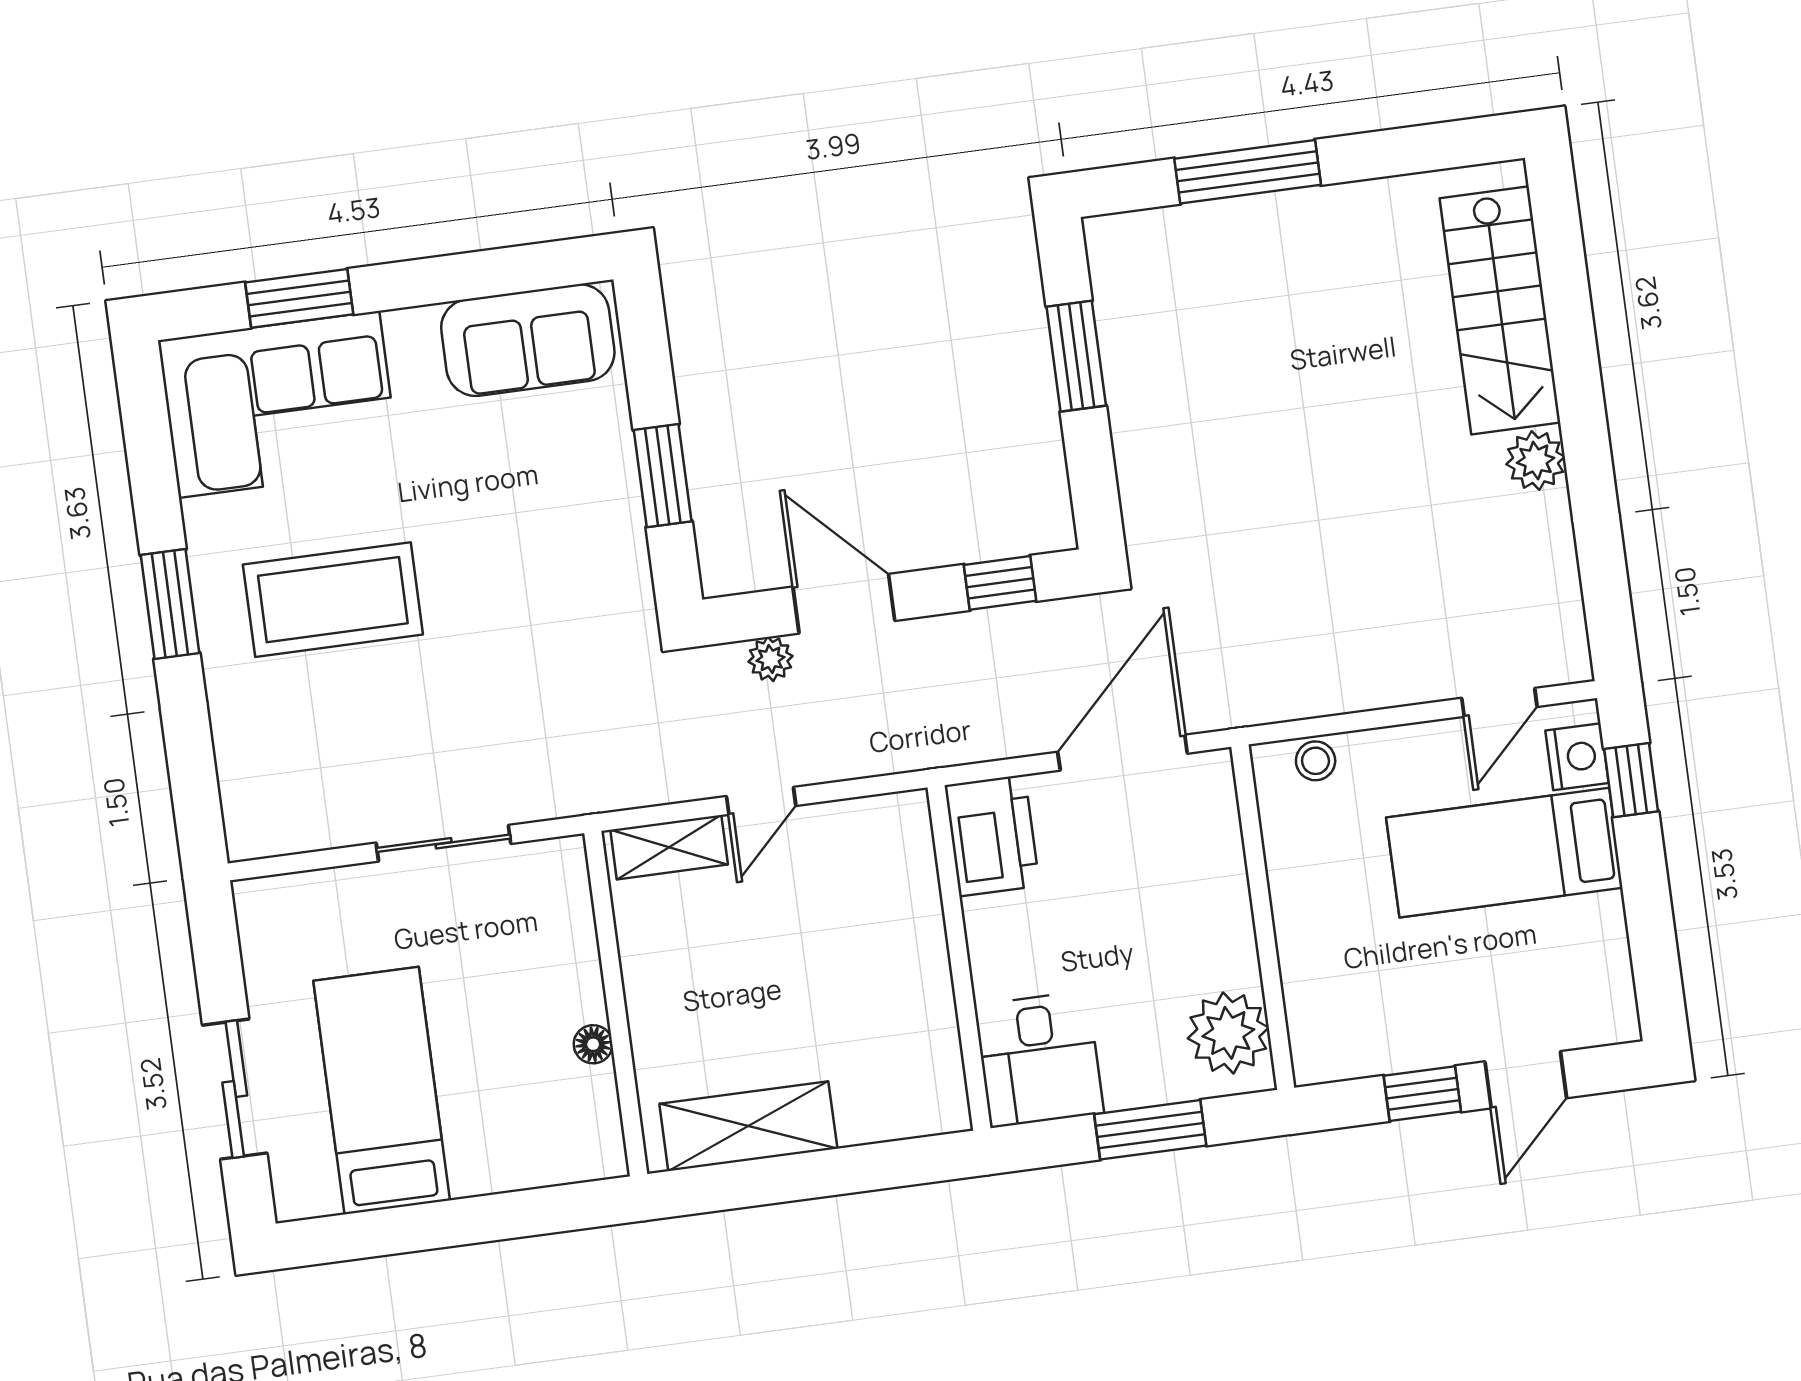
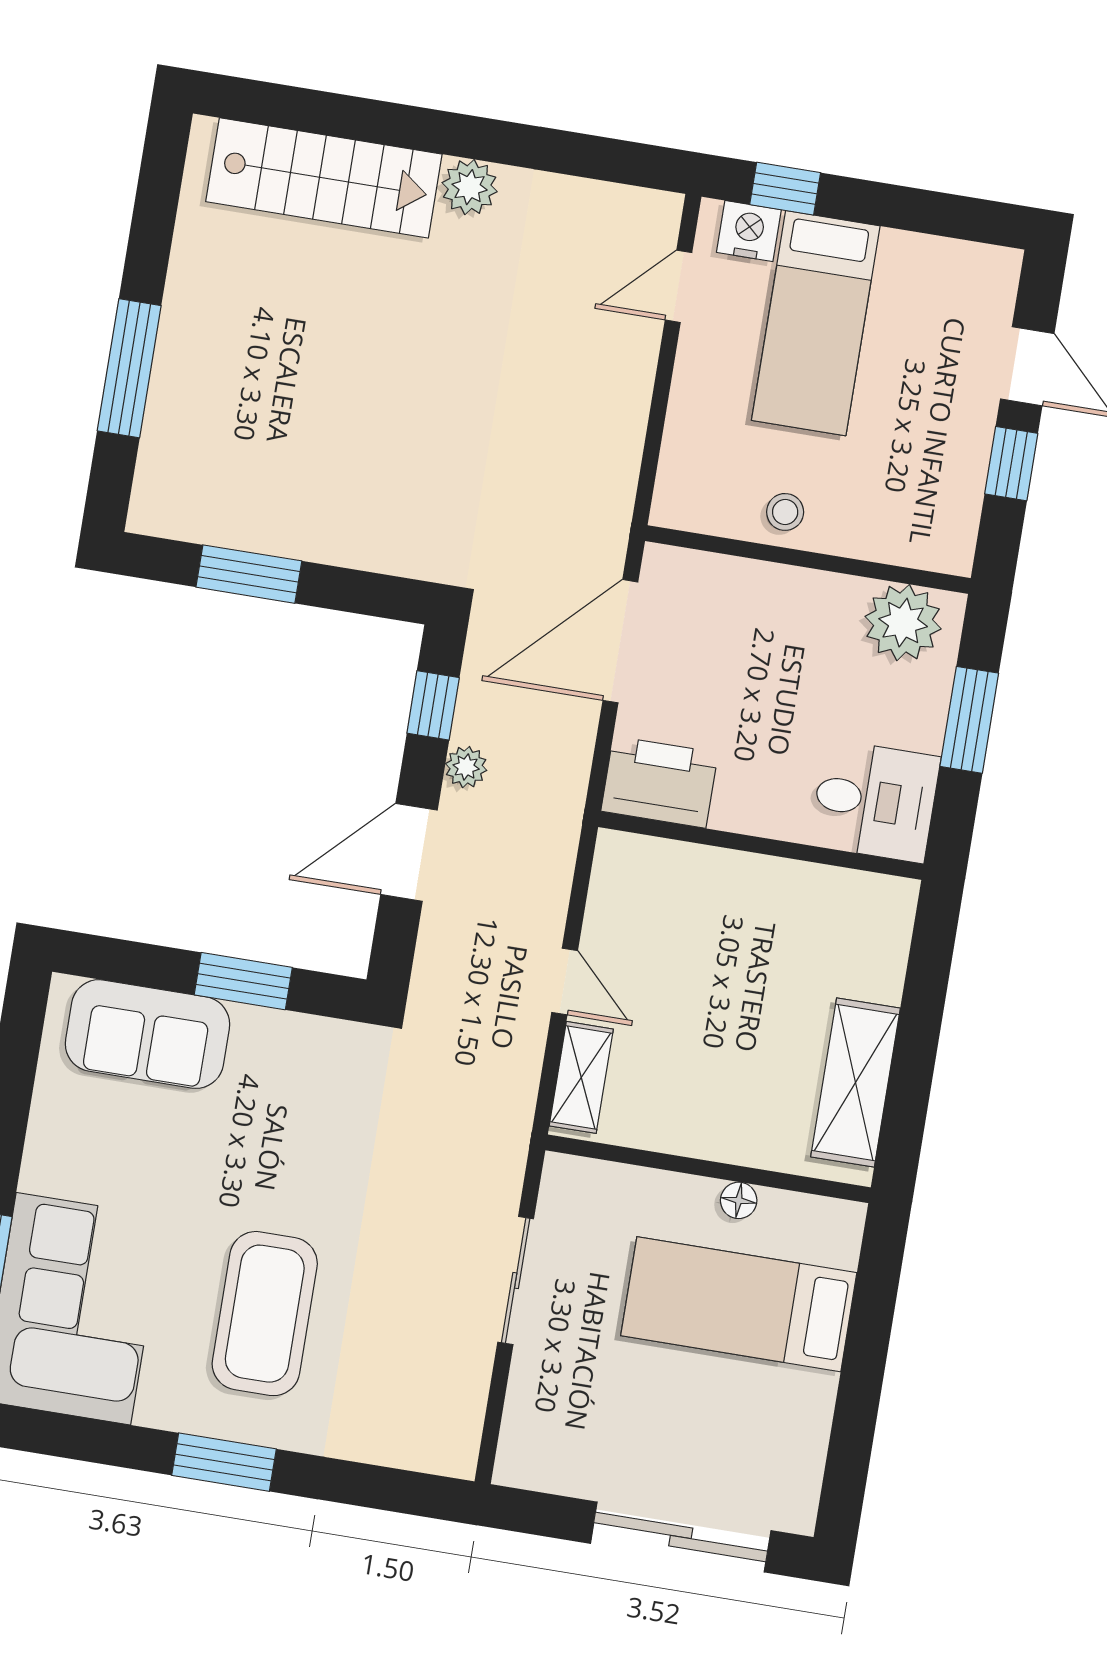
sofa: (528, 340) -> (148, 1034), moved, turned 90
plant: (770, 659) -> (466, 767), moved
door: (1499, 702) -> (679, 286), swing flipped
door: (1123, 753) -> (620, 641), hinge flipped
stool: (1316, 761) -> (785, 512), moved
sliding door: (235, 1089) -> (681, 1537), width x1.37
bed: (382, 1090) -> (739, 1304), moved

